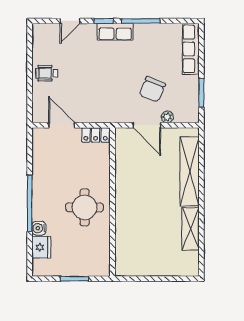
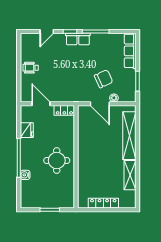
chair: (152, 89) -> (104, 79), turned -137
fridge: (41, 247) -> (27, 130), moved
locker: (152, 269) -> (103, 203), added

